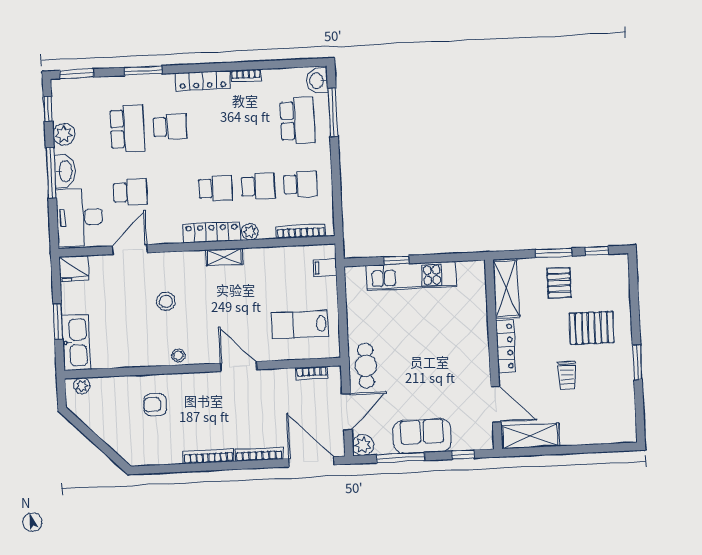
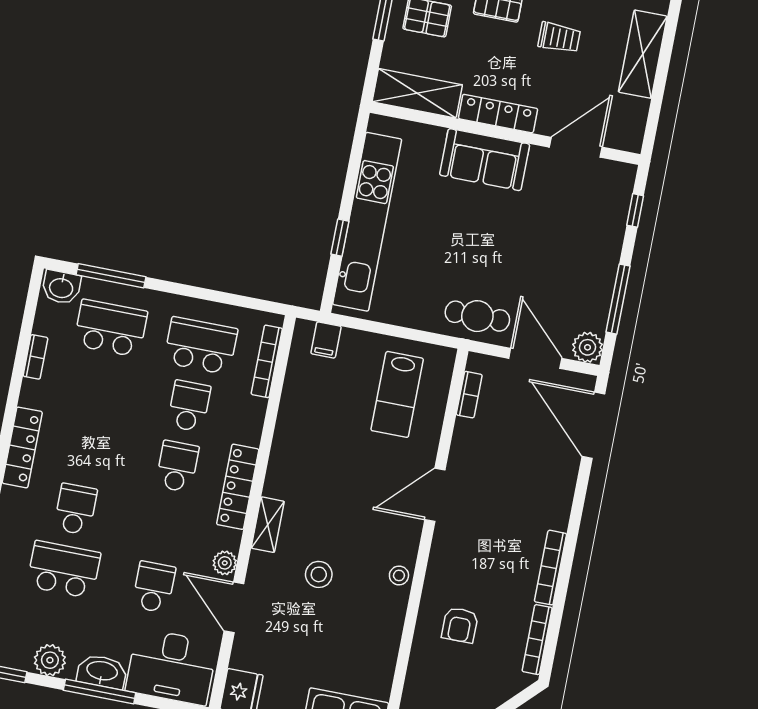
bookcase: (246, 76) -> (35, 357), moved
school desk: (301, 184) -> (201, 346), width x1.85
plant: (250, 232) -> (225, 563), moved
shelving: (224, 257) -> (268, 525), moved
kitchen unit: (411, 276) -> (367, 222), width x1.36
sofa: (422, 436) -> (485, 160), moved, turned -90
shelving: (530, 436) -> (643, 54), moved
bookcase: (259, 454) -> (537, 640), moved
door: (311, 462) -> (593, 425), hinge flipped

